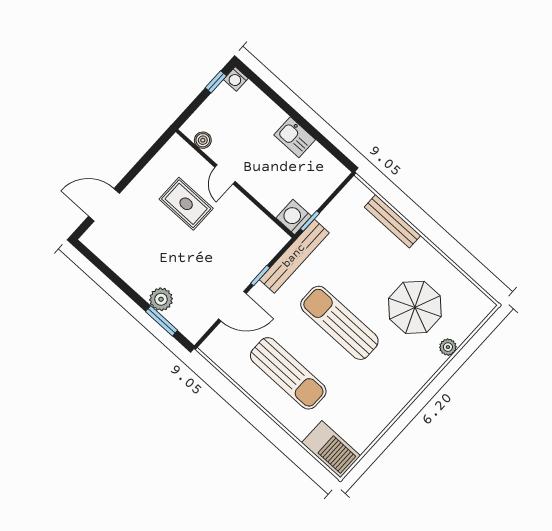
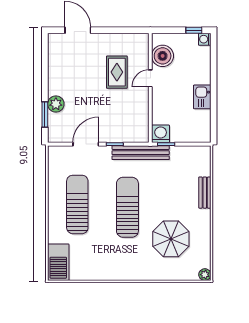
boiler: (203, 140) -> (163, 56), width x1.86, depth x1.86
bench: (393, 221) -> (205, 193), width x0.73
door: (232, 306) -> (86, 144), swing flipped
plant: (448, 347) -> (205, 275), moved
sun lounger: (288, 373) -> (77, 204), turned 180

